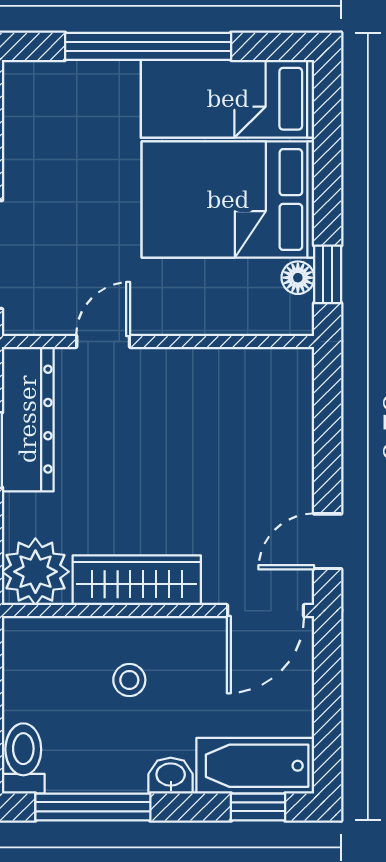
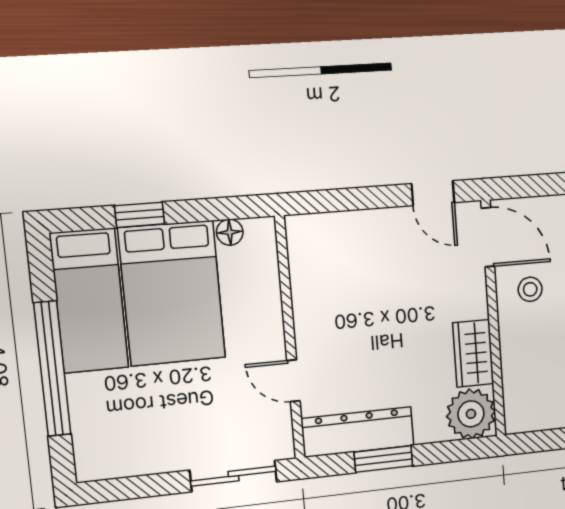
window: (328, 274) -> (140, 215), moved
wardrobe: (137, 580) -> (473, 353), width x0.67
stool: (129, 680) -> (530, 289), moved

